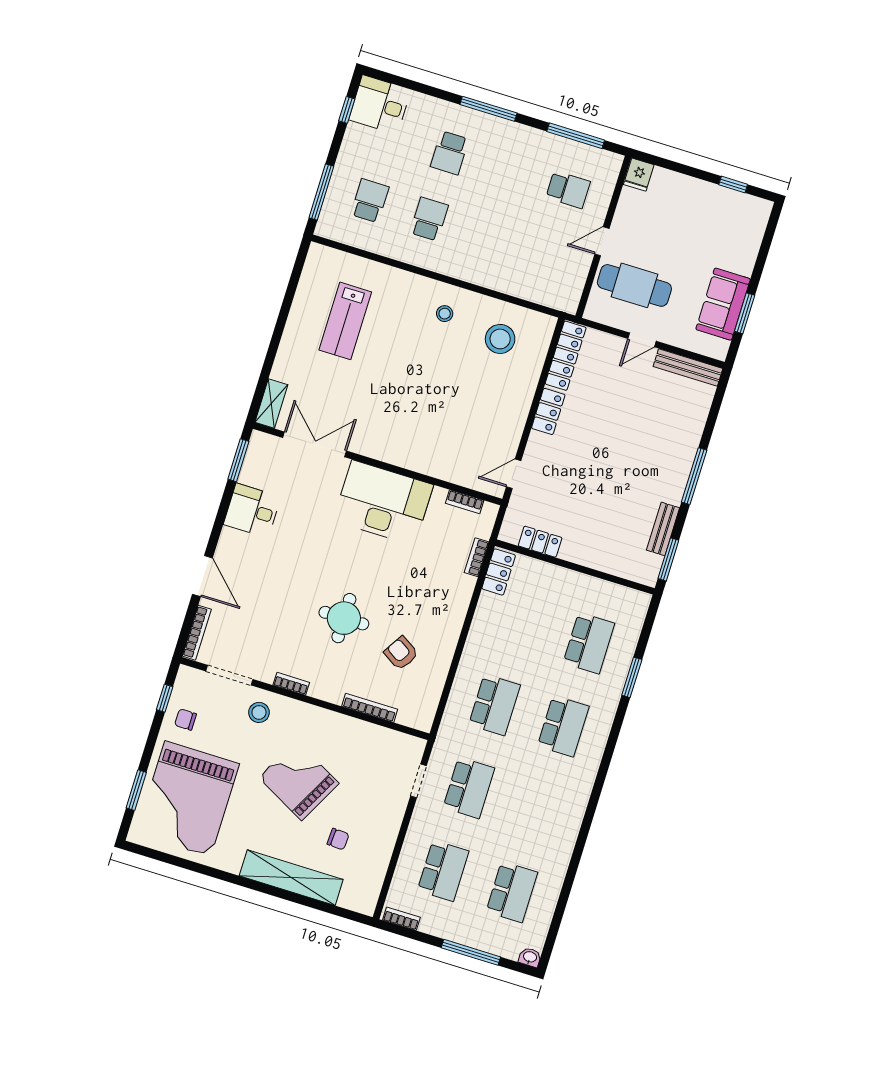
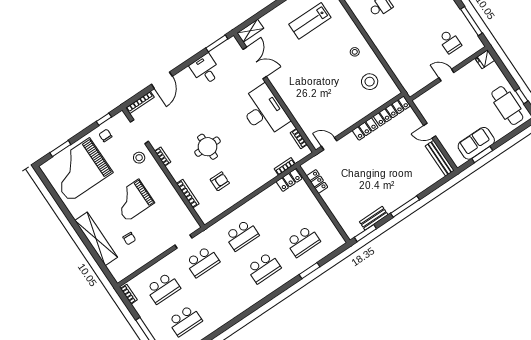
cafe table: (634, 285) -> (507, 106), moved
armchair: (401, 653) -> (220, 181), turned 58
grand piano: (299, 780) -> (133, 200), turned -118

